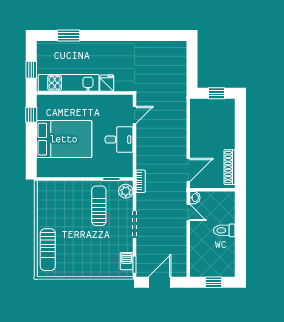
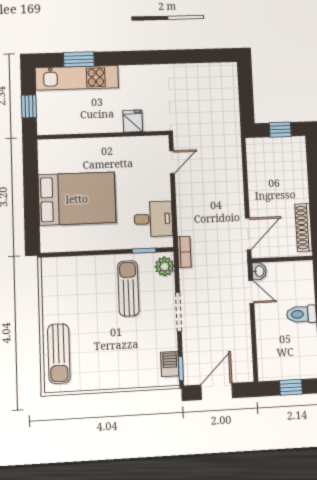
kitchen unit: (69, 83) -> (77, 78), moved, turned 180
window: (31, 115) -> (30, 167), removed
desk: (119, 140) -> (153, 219), moved

